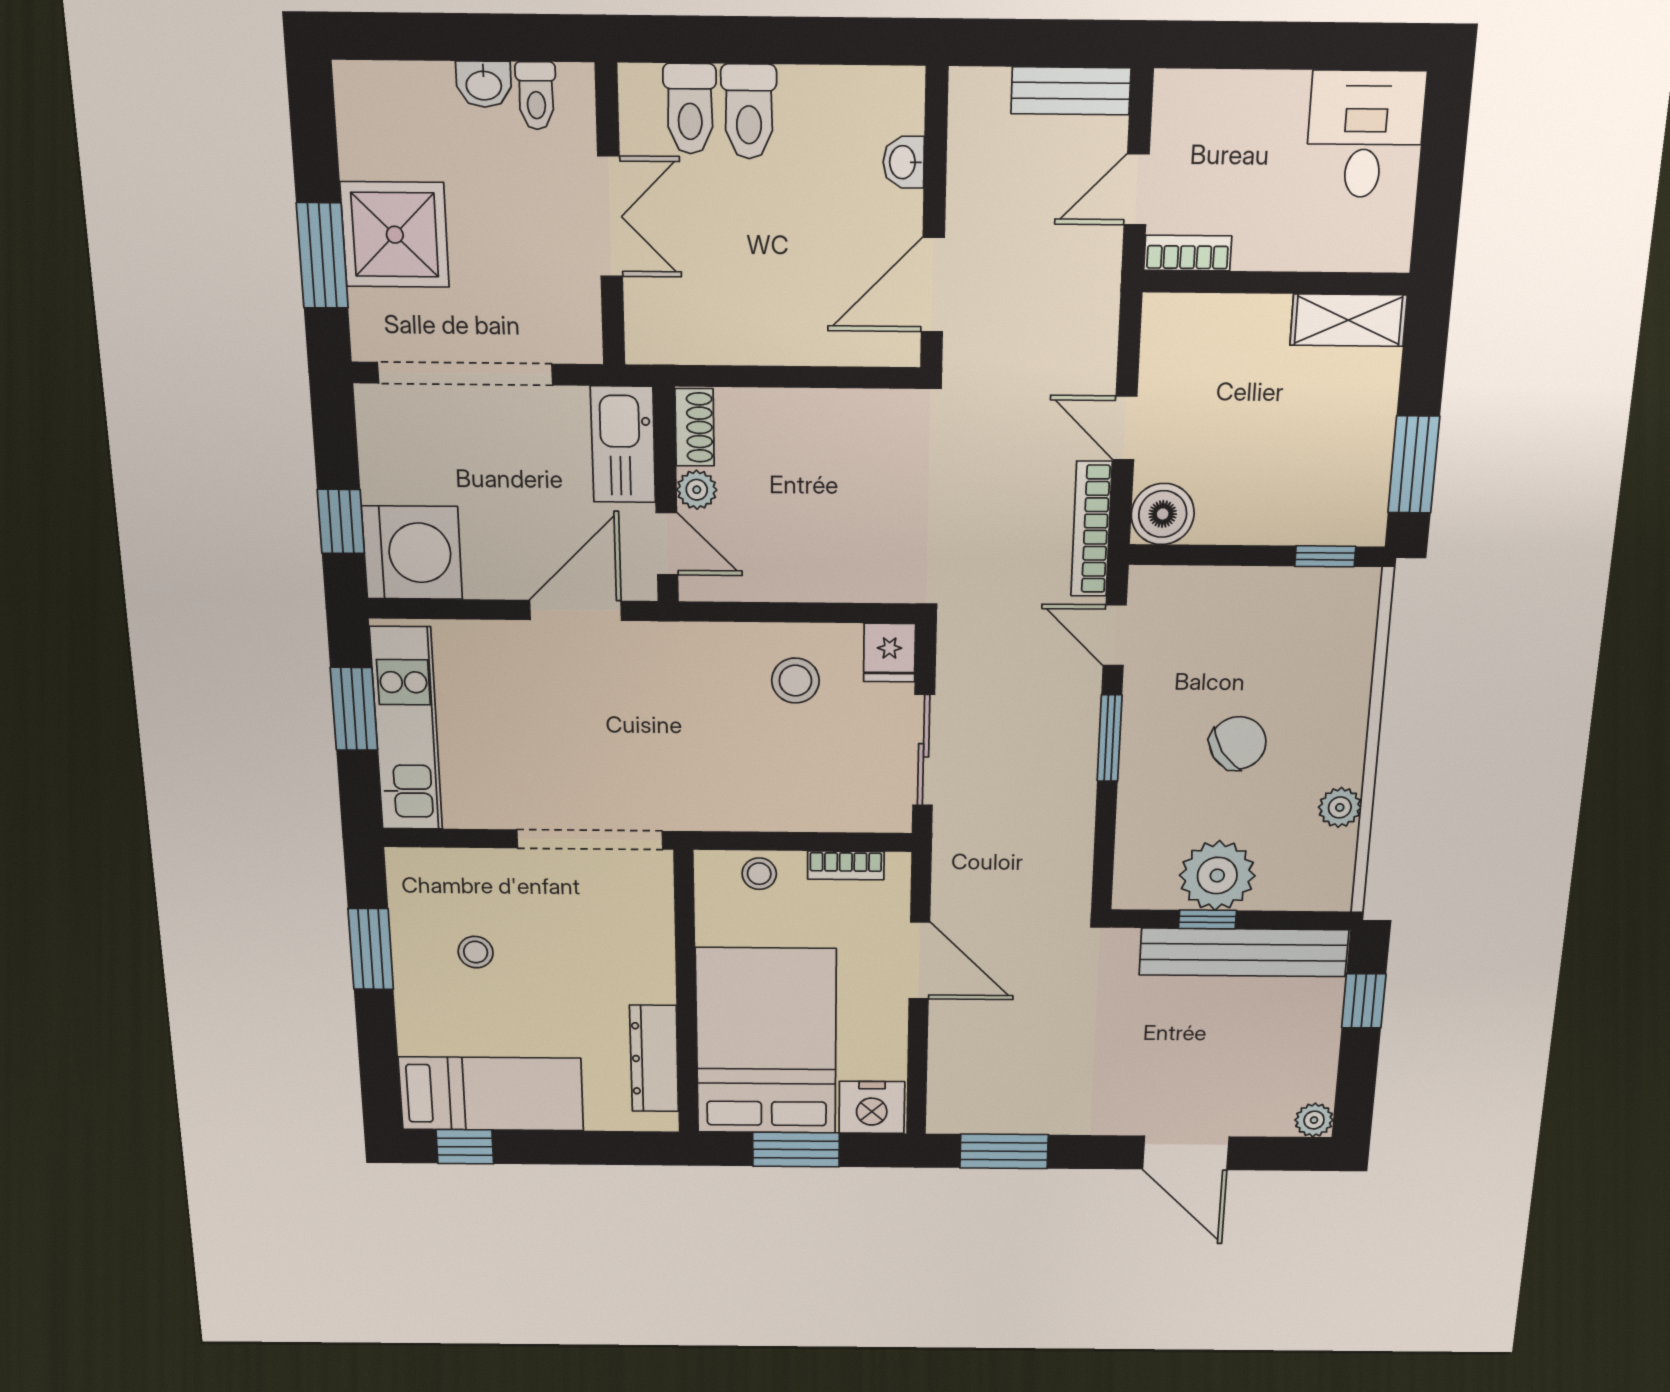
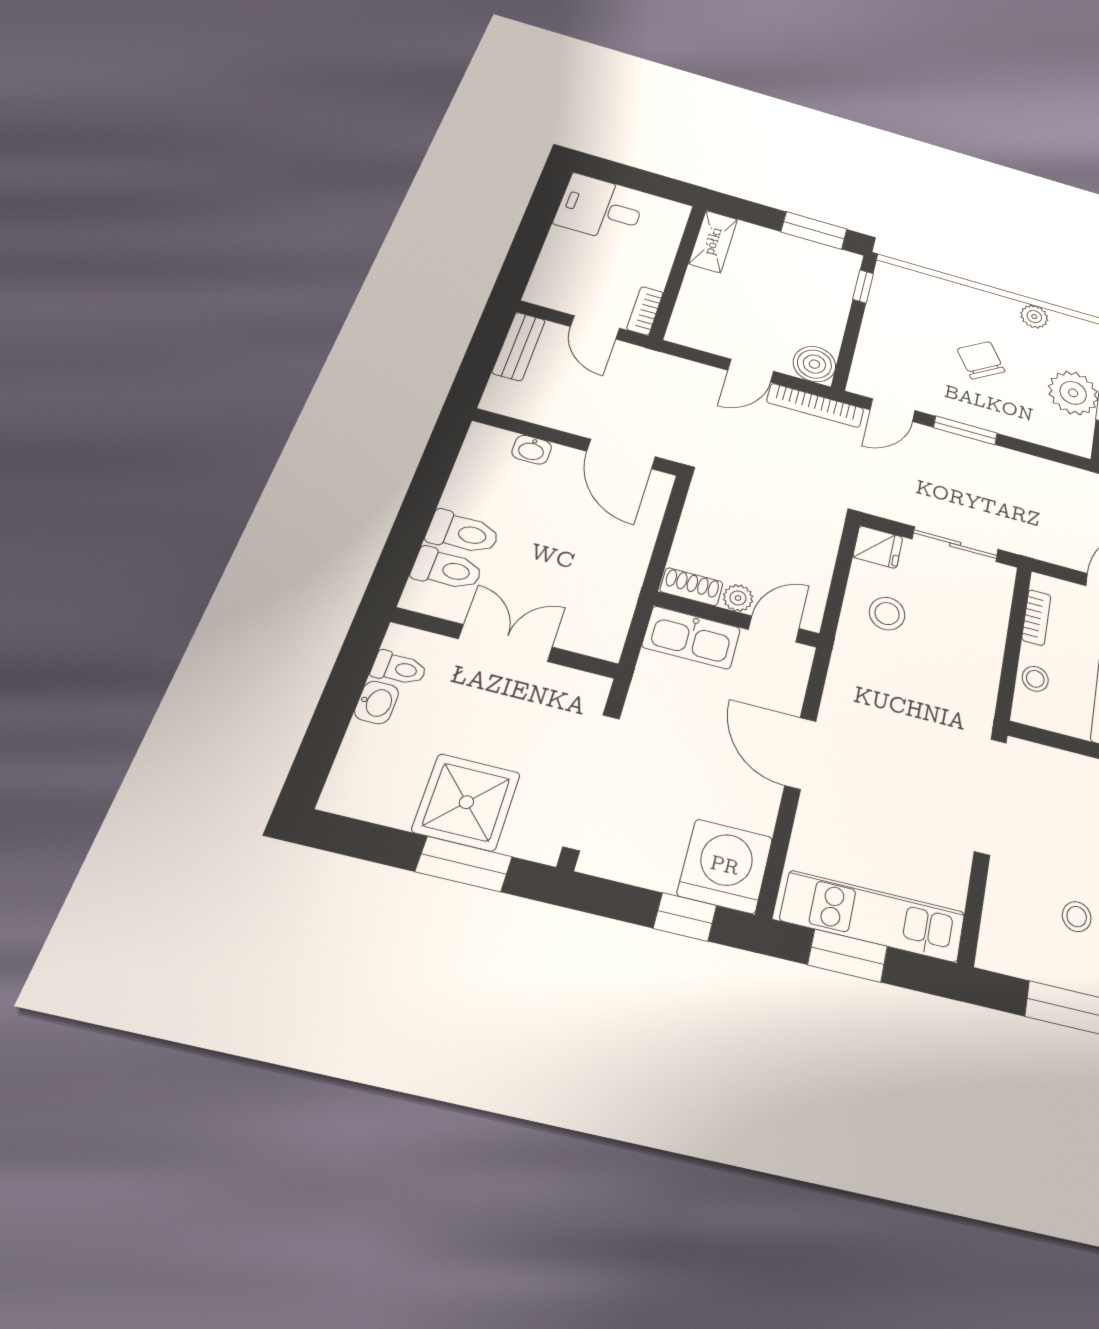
shoe rack: (695, 427) -> (691, 587), moved
kitchen sink: (623, 445) -> (691, 638), moved
plant: (697, 490) -> (738, 598), moved
wall: (666, 496) -> (737, 619), moved
door: (667, 544) -> (774, 629), moved

